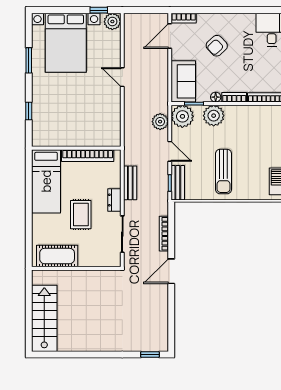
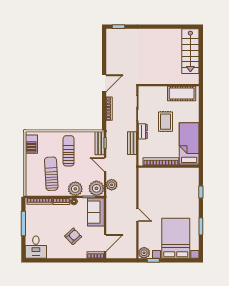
sun lounger: (249, 138) -> (51, 174), added

